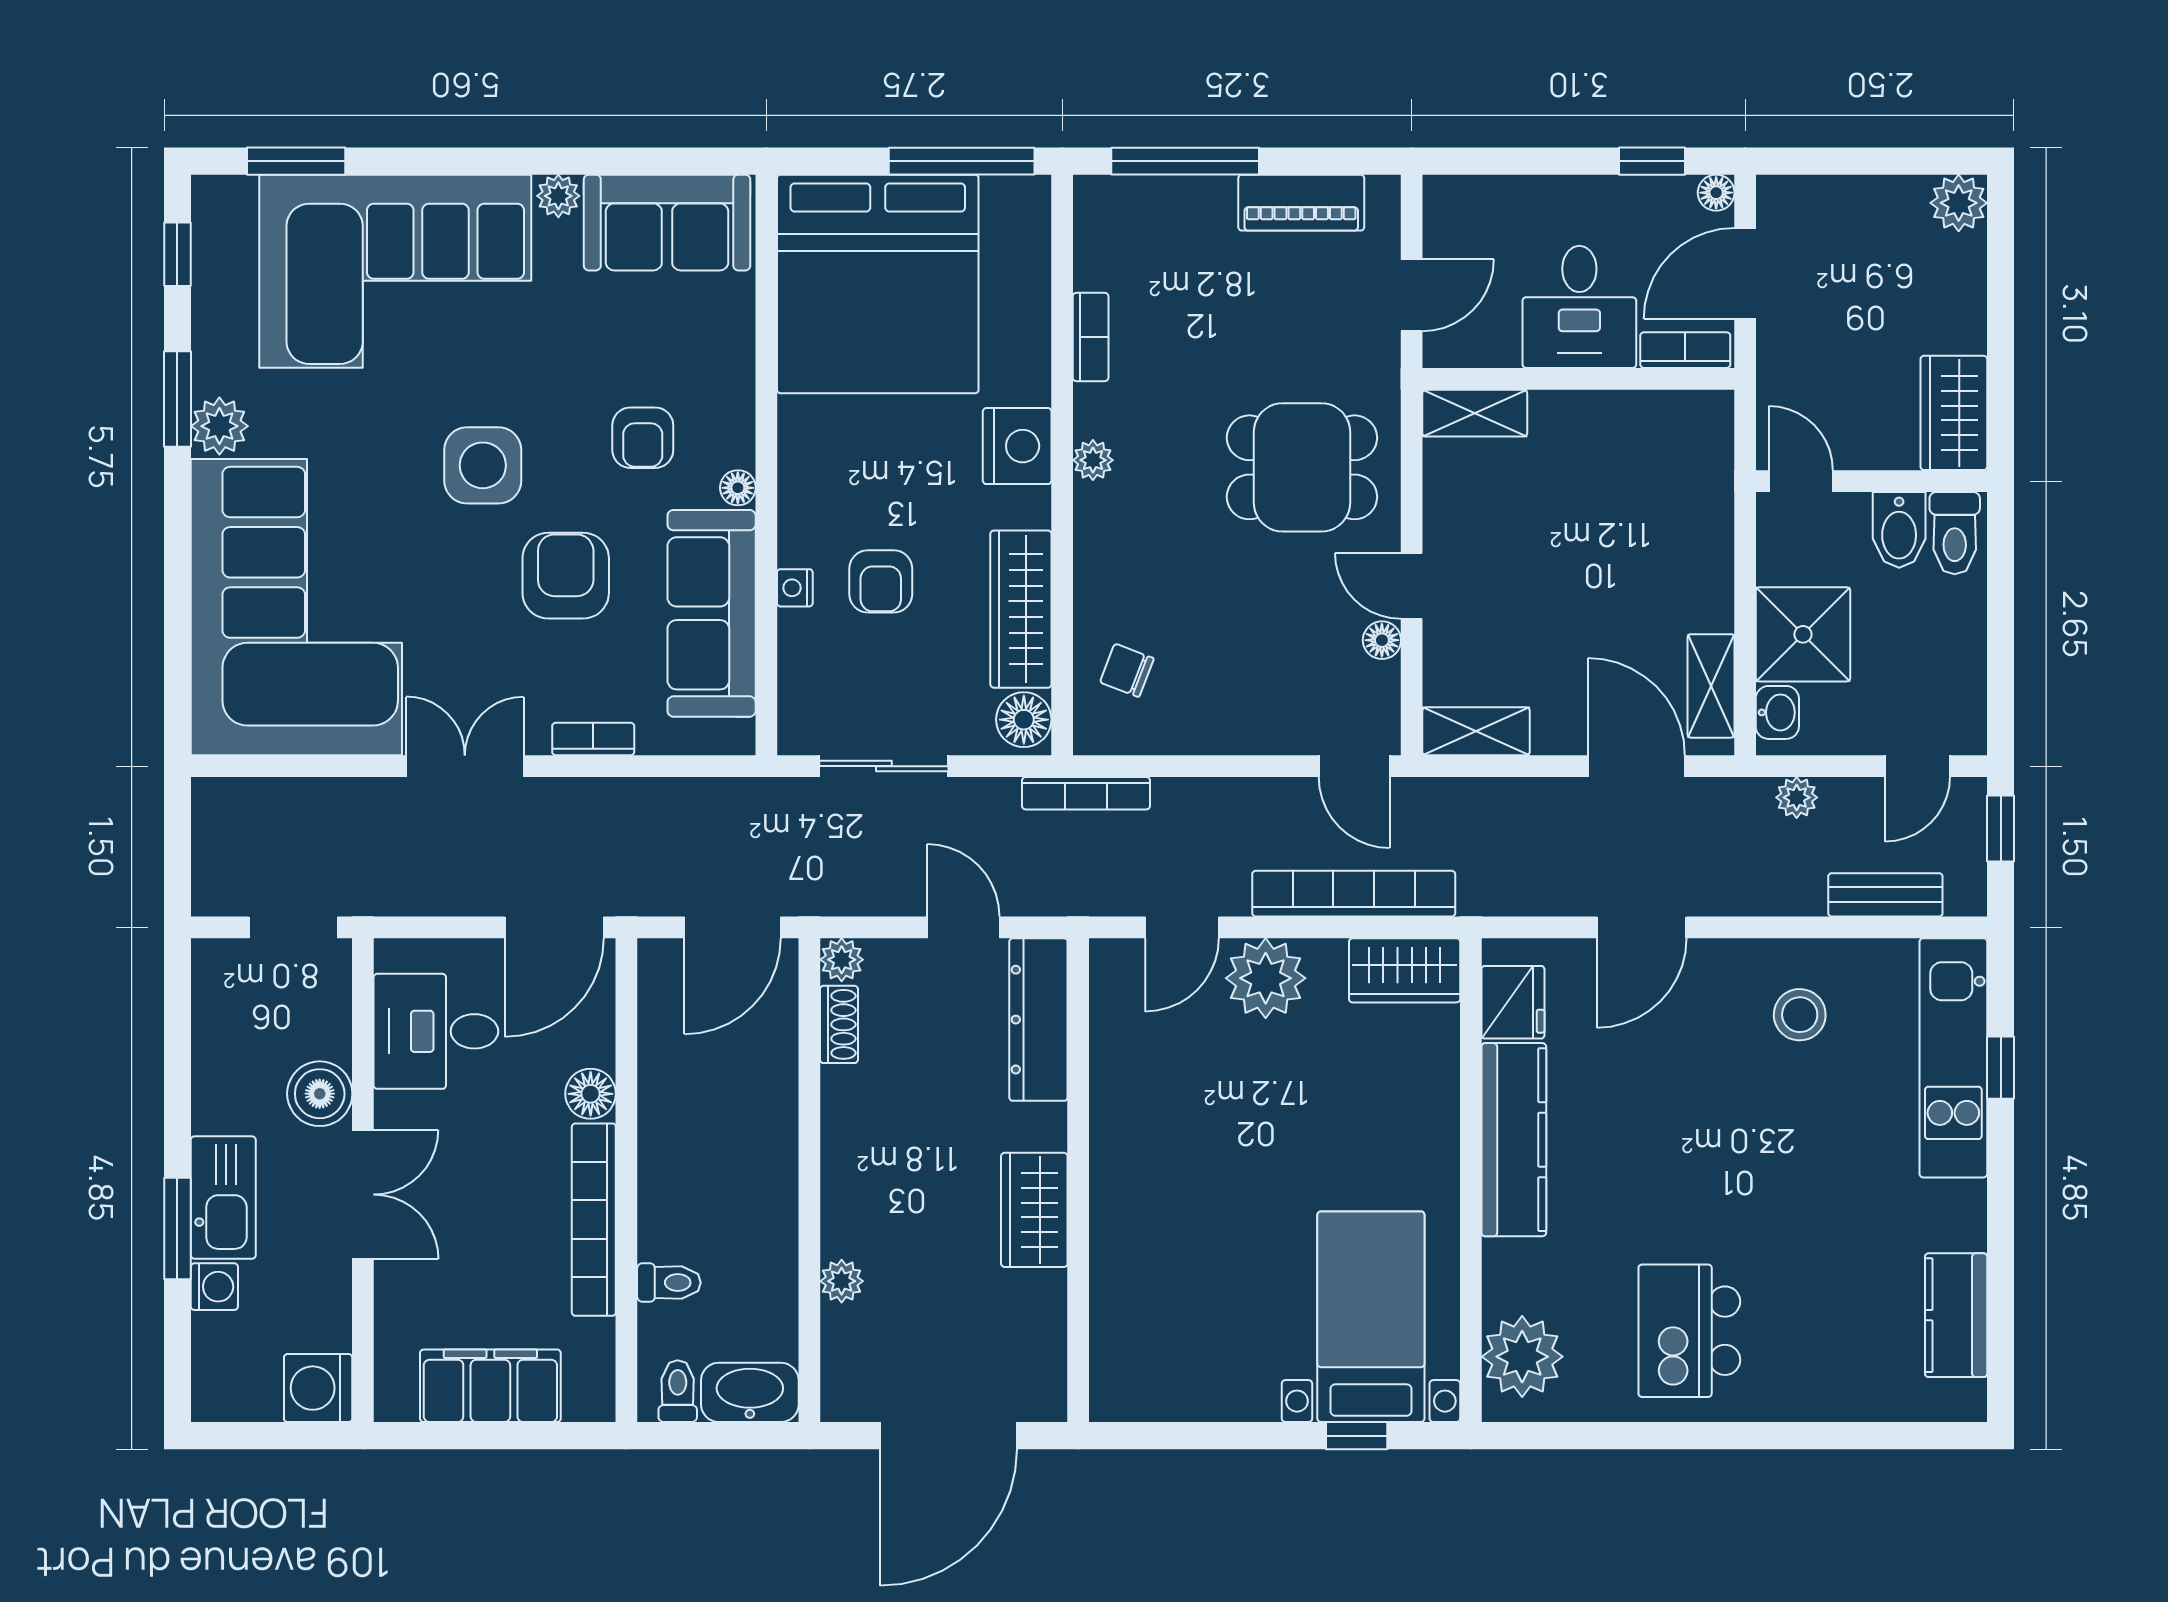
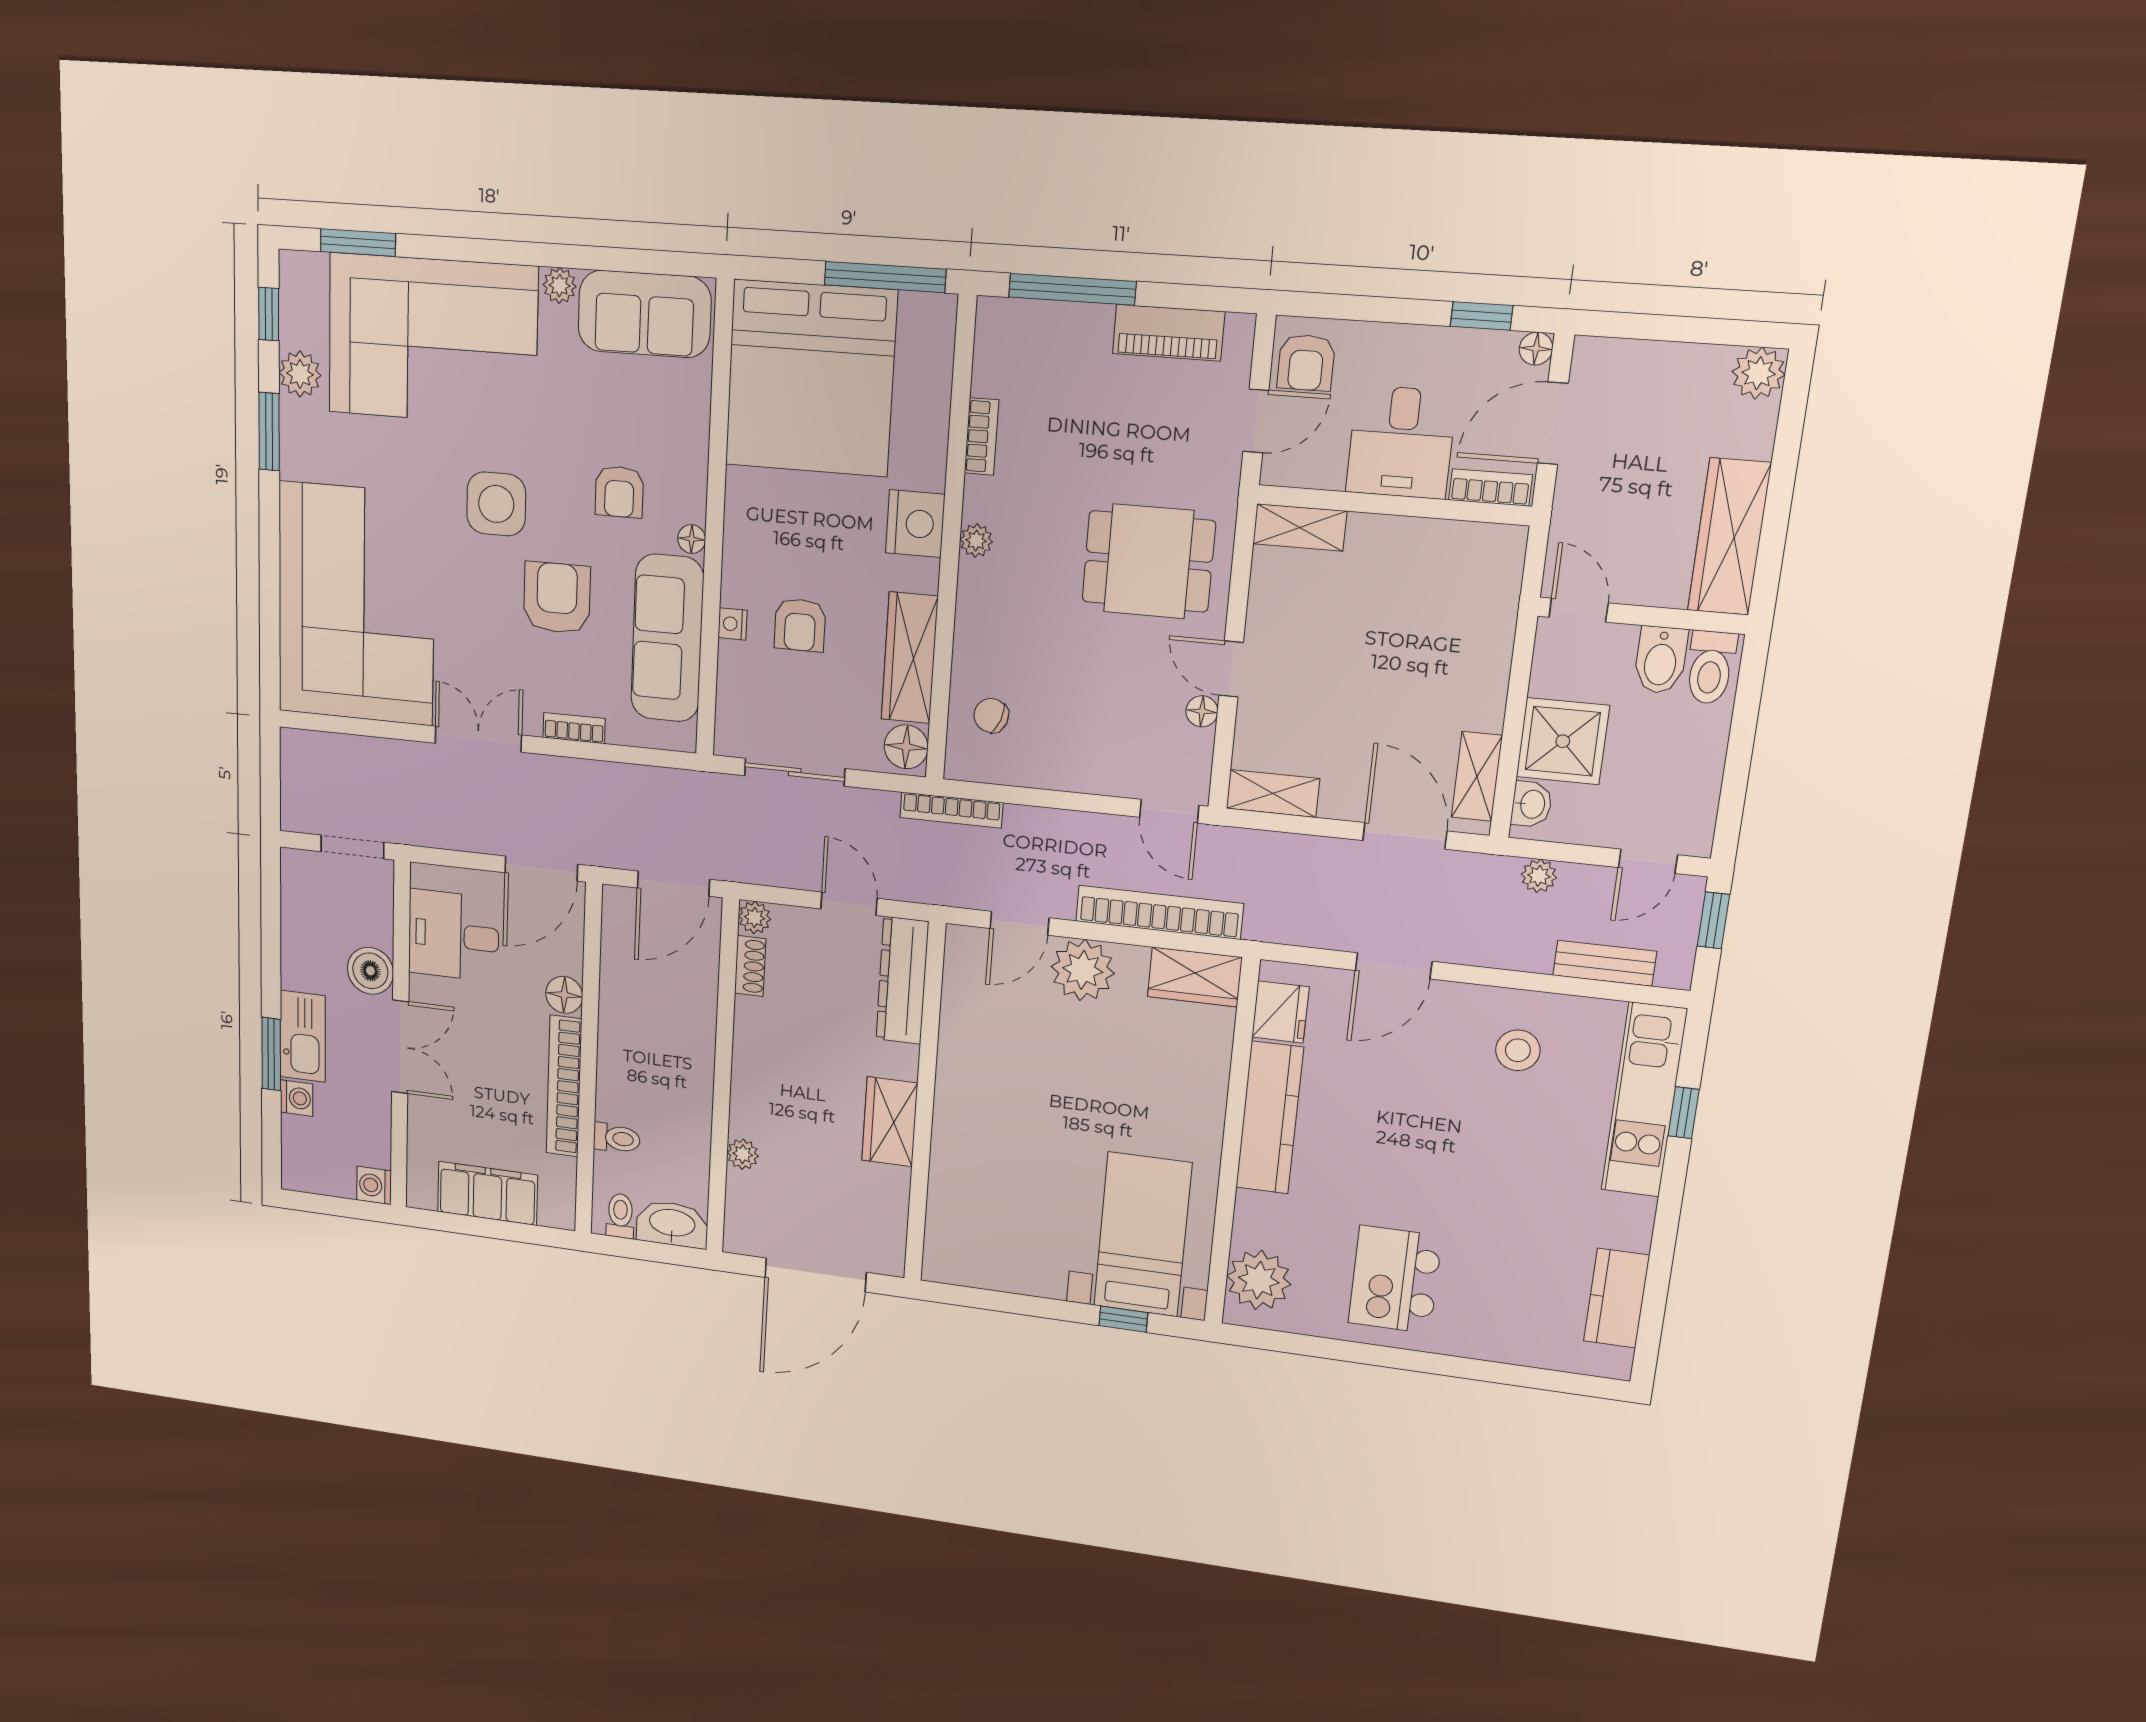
armchair: (1462, 226) -> (1306, 363), added
wardrobe: (1954, 413) -> (1729, 537), width x1.50
plant: (219, 426) -> (300, 374), moved
washing machine: (318, 1388) -> (374, 1185), width x0.73, depth x0.73

